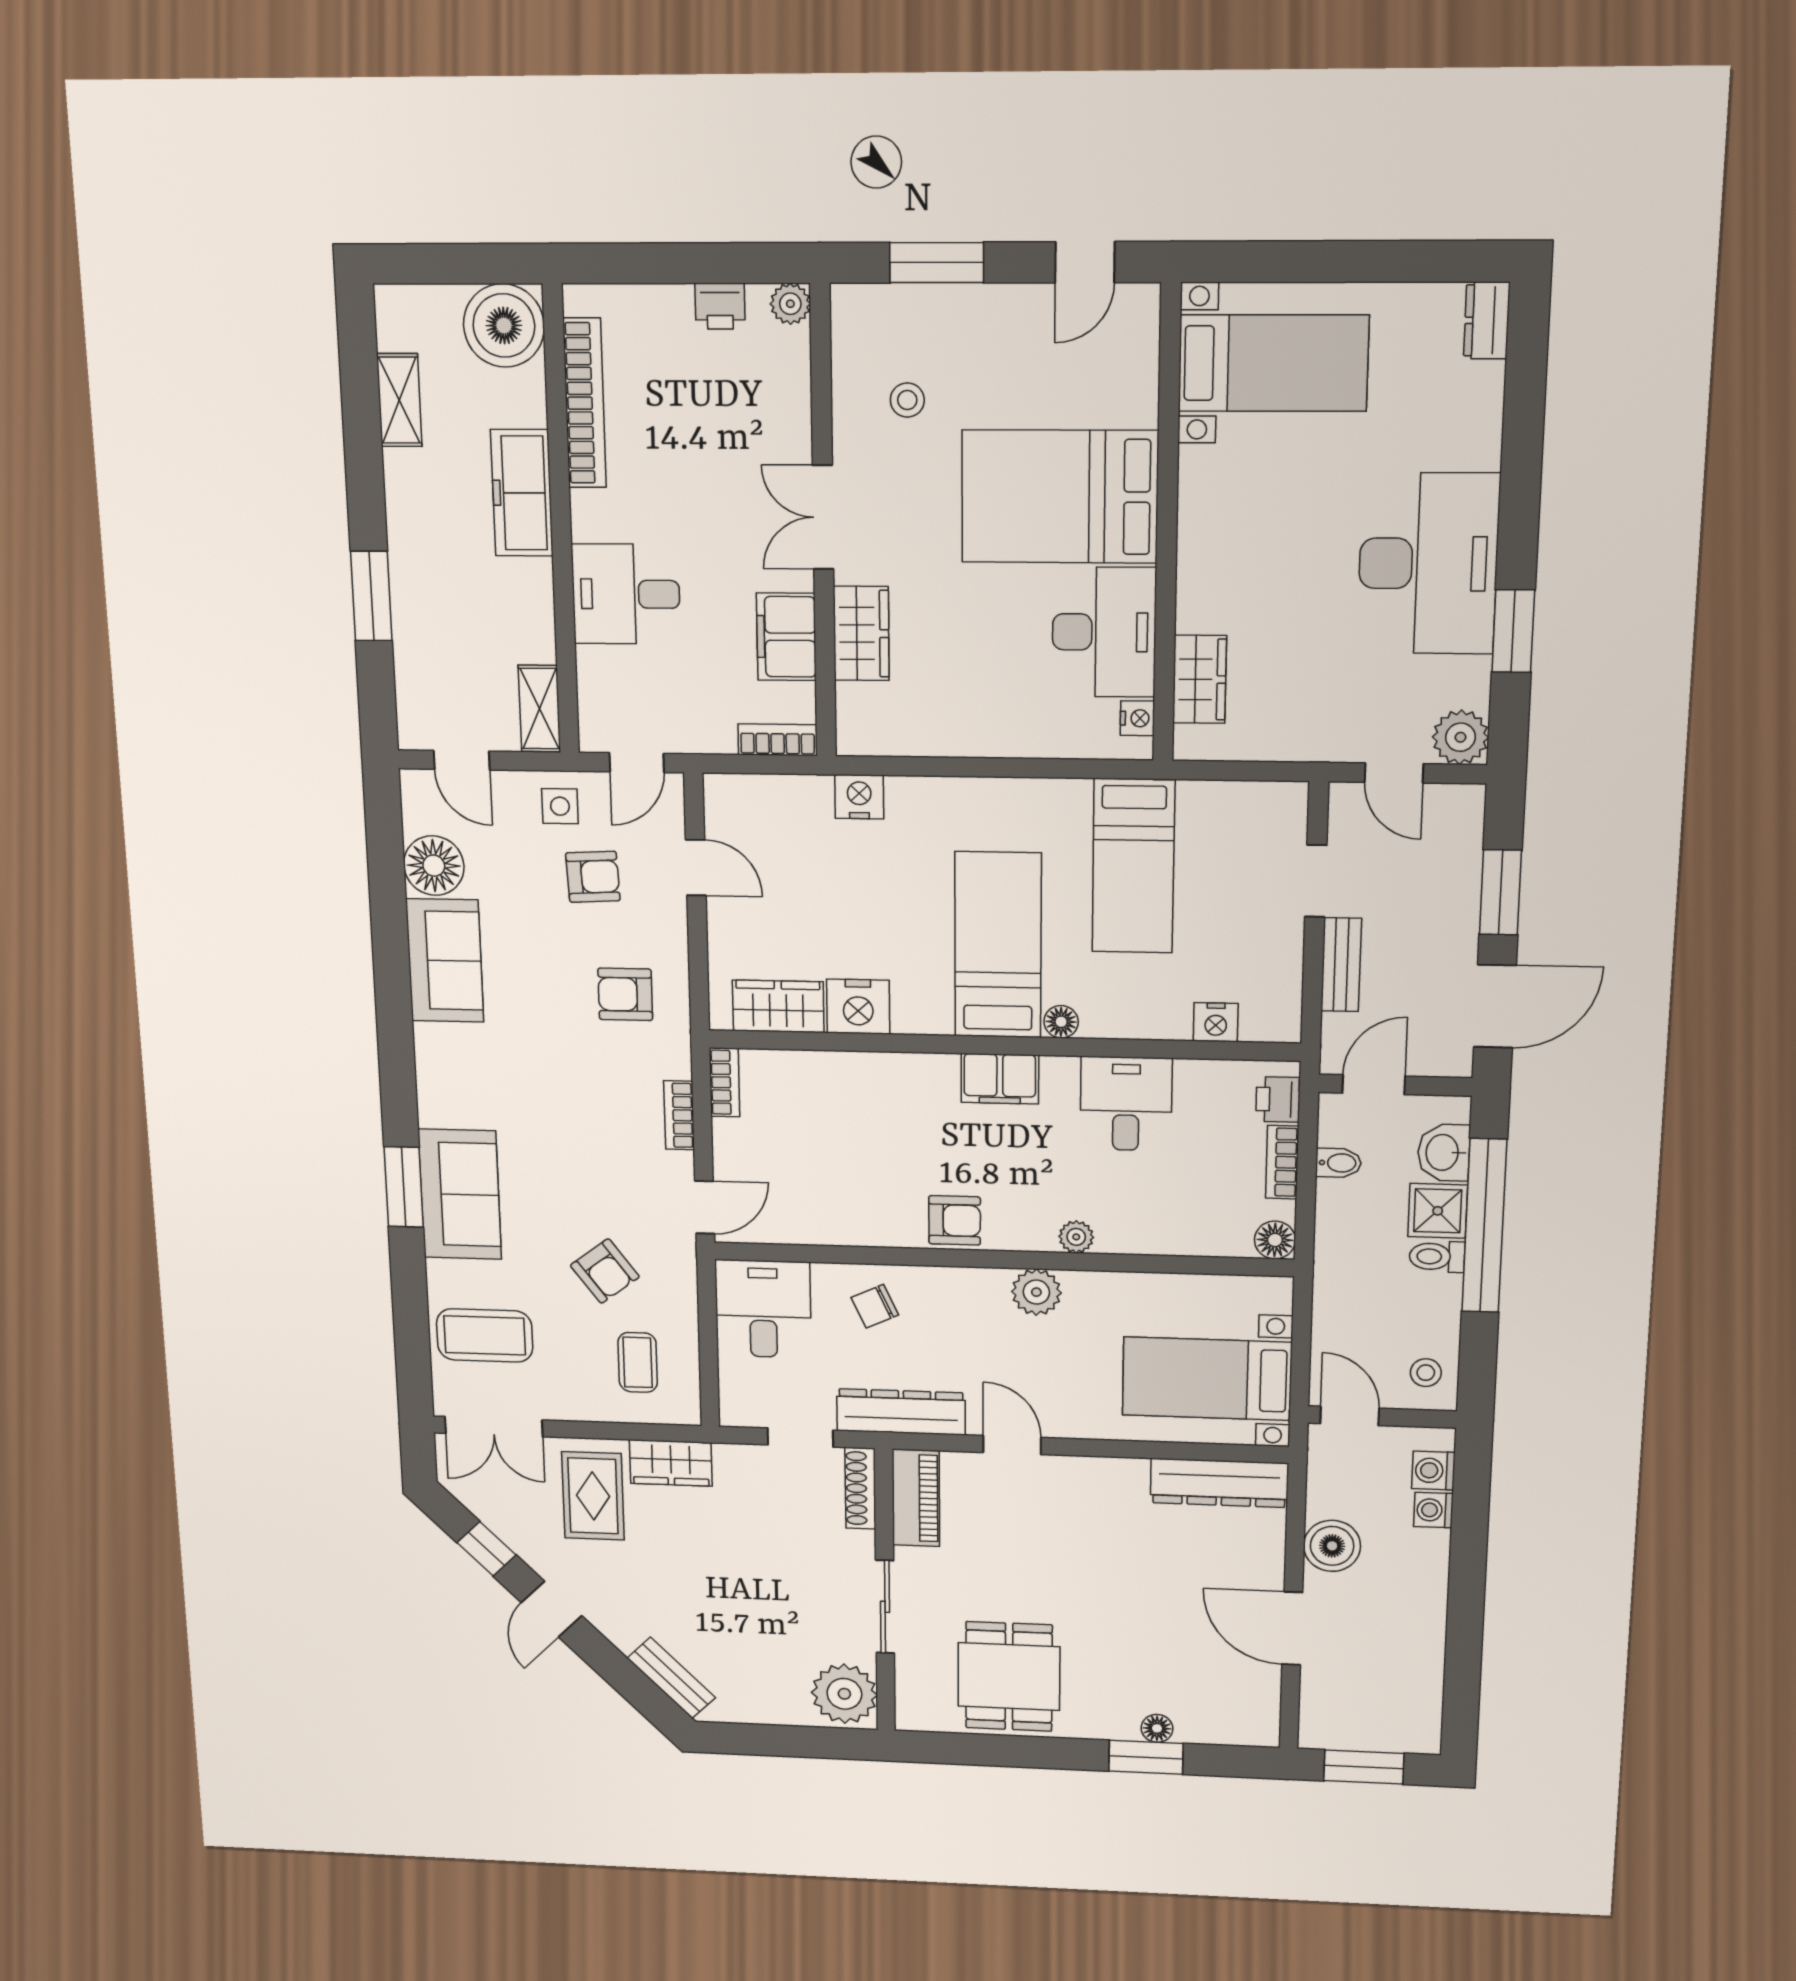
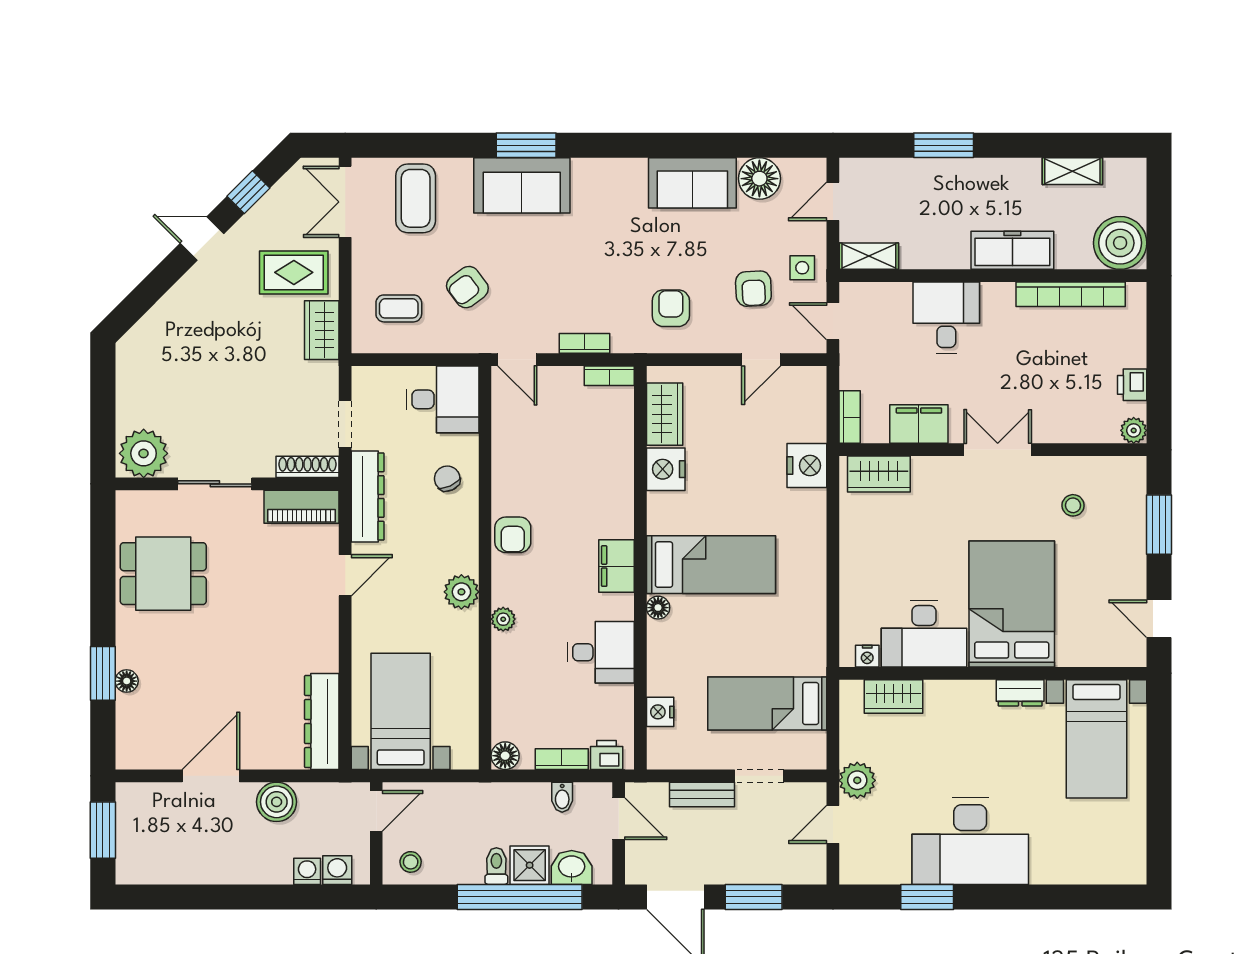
dresser: (1487, 320) -> (1020, 693), moved, turned 180
wardrobe: (861, 633) -> (879, 474), moved
plant: (1460, 737) -> (857, 780), moved
nightstand: (859, 797) -> (807, 466), width x1.36, depth x1.33
bed: (1133, 866) -> (767, 704), moved
bench: (671, 1678) -> (150, 326), removed

